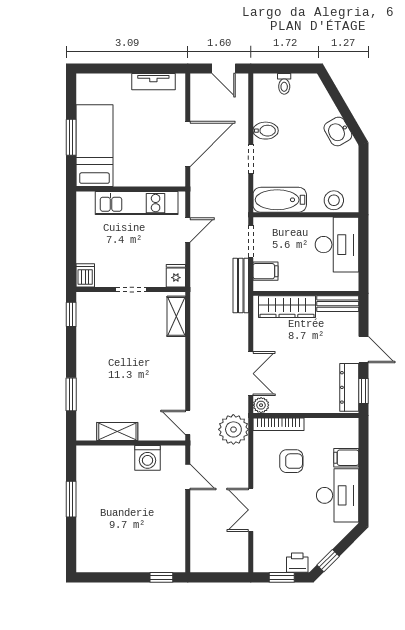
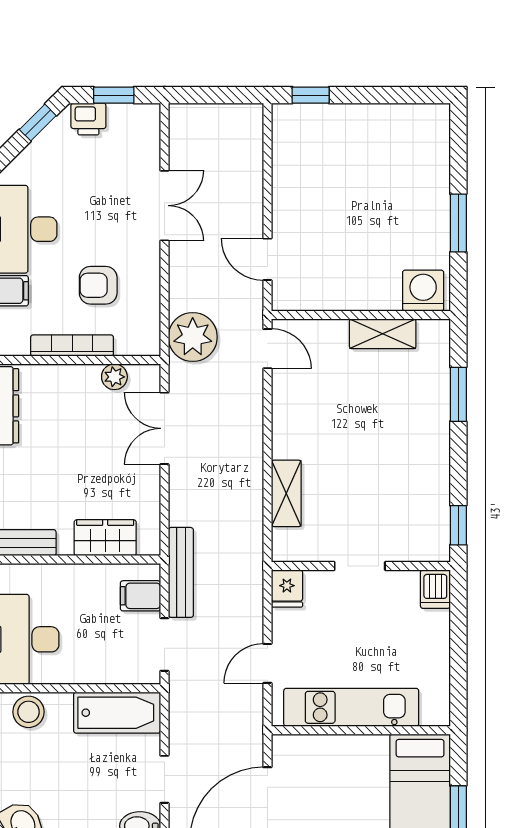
wardrobe: (287, 307) -> (105, 538), width x0.67
shelving: (176, 316) -> (286, 493), moved
plant: (261, 405) -> (114, 377), moved
bookcase: (278, 424) -> (72, 346), moved
washing machine: (148, 458) -> (423, 291), moved

